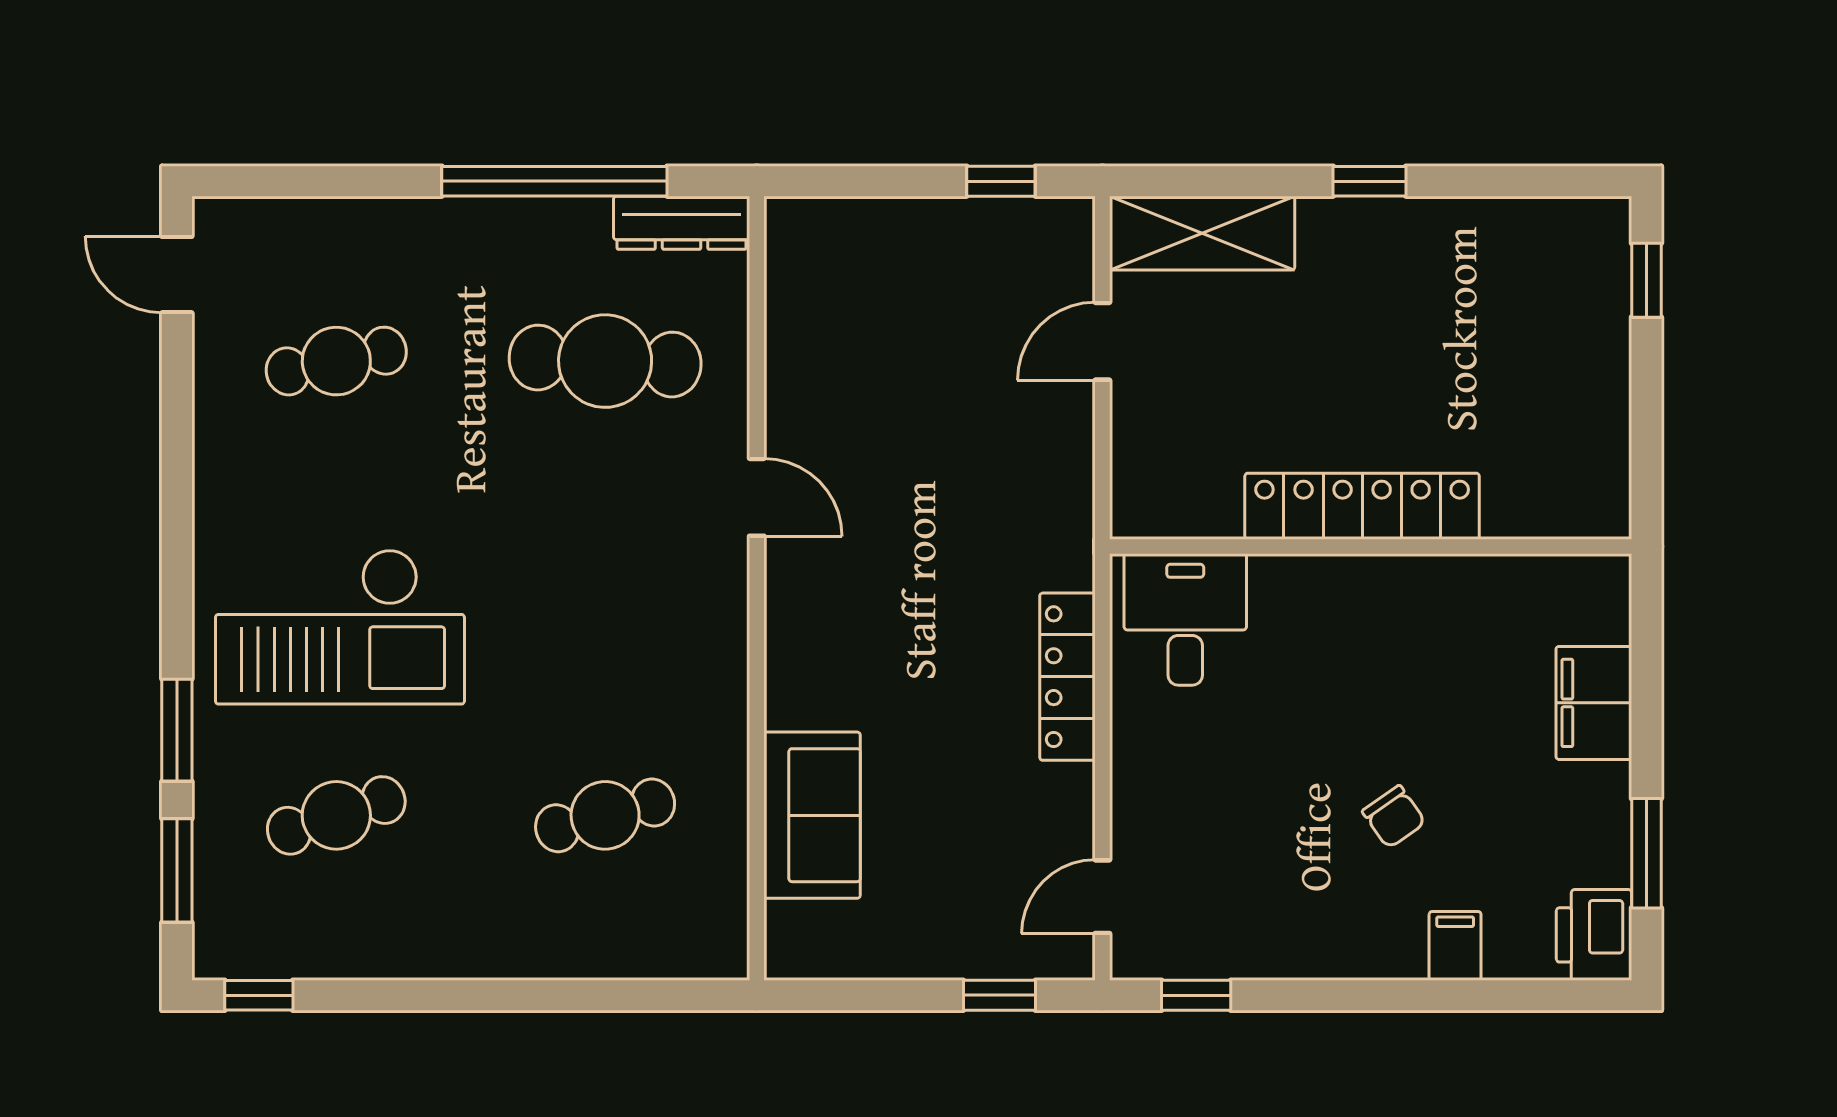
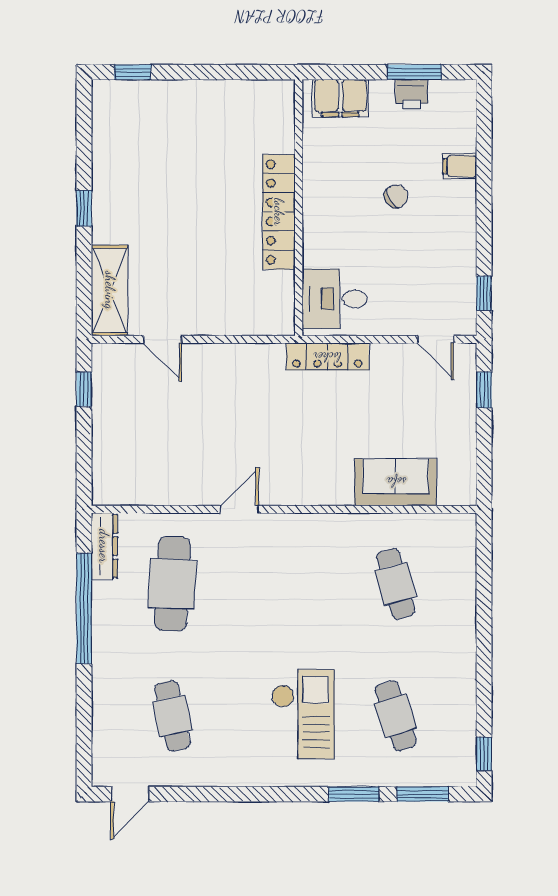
locker: (1362, 506) -> (279, 212), moved
wall: (1371, 546) -> (299, 208), moved
desk: (1185, 619) -> (335, 299), moved
checkout: (340, 627) -> (303, 714), width x0.73, depth x0.83
printer: (1594, 935) -> (412, 94), moved, width x0.73, depth x0.81

